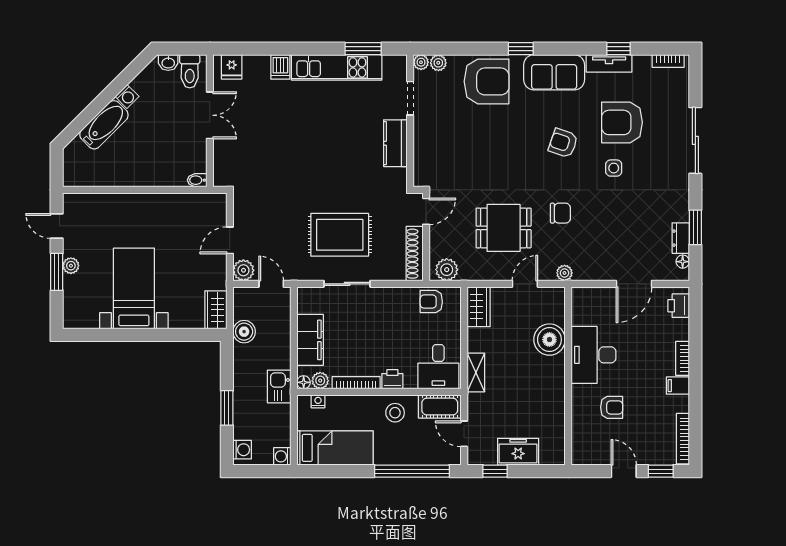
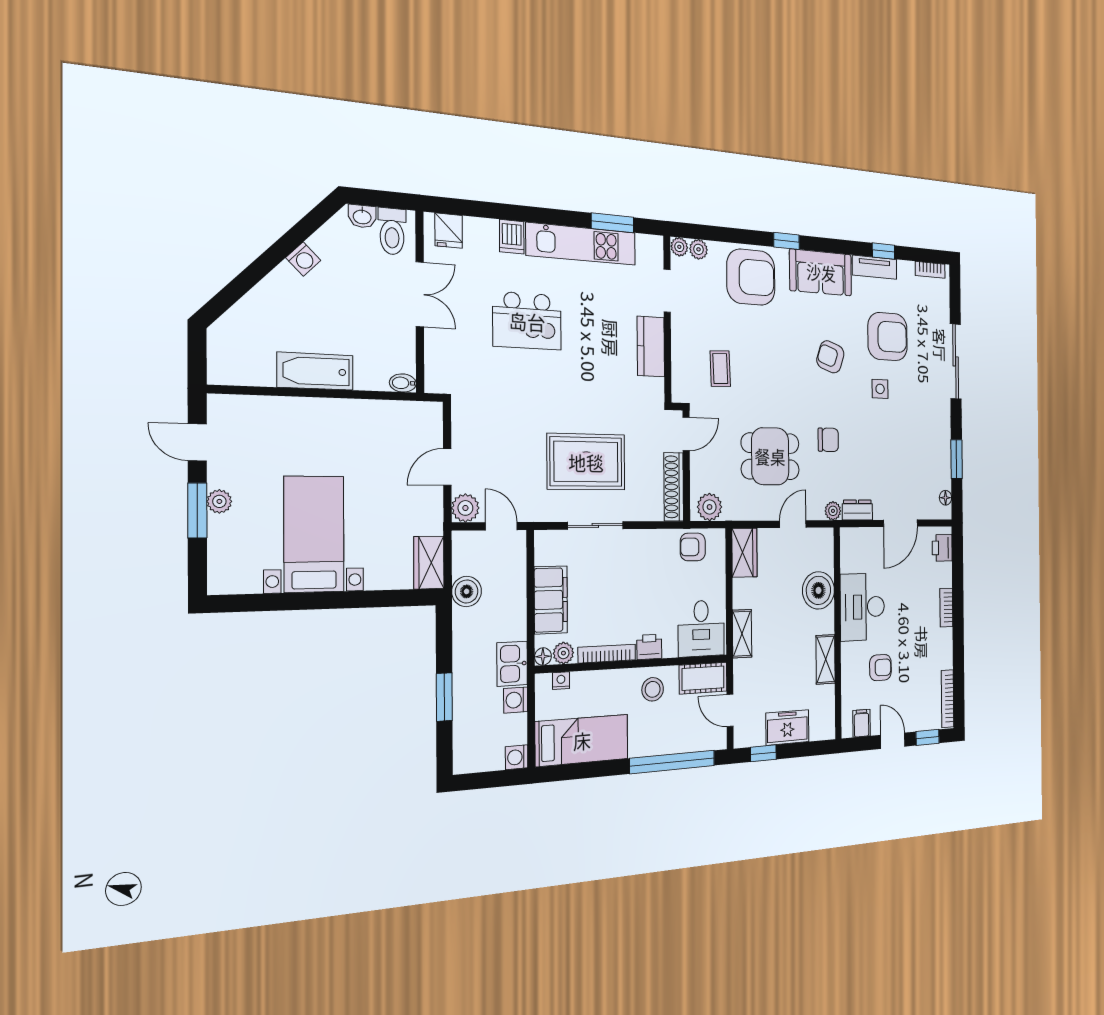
armchair: (622, 122) -> (888, 337), turned 180
bathtub: (104, 125) -> (315, 371), moved, turned -135
kitchen island: (292, 129) -> (527, 321), added
coffee table: (457, 158) -> (720, 369), added
dresser: (681, 238) -> (857, 510), moved, turned 90
filing cabinet: (678, 386) -> (862, 723), moved, turned 90
shelving: (556, 398) -> (826, 659), added
washing machine: (242, 450) -> (516, 700), moved, turned 180

